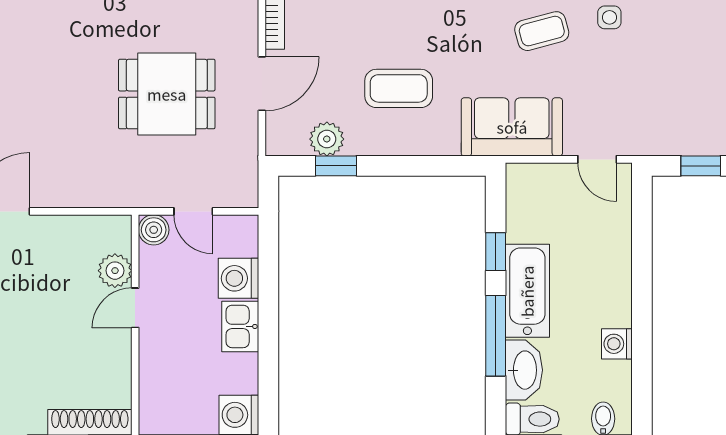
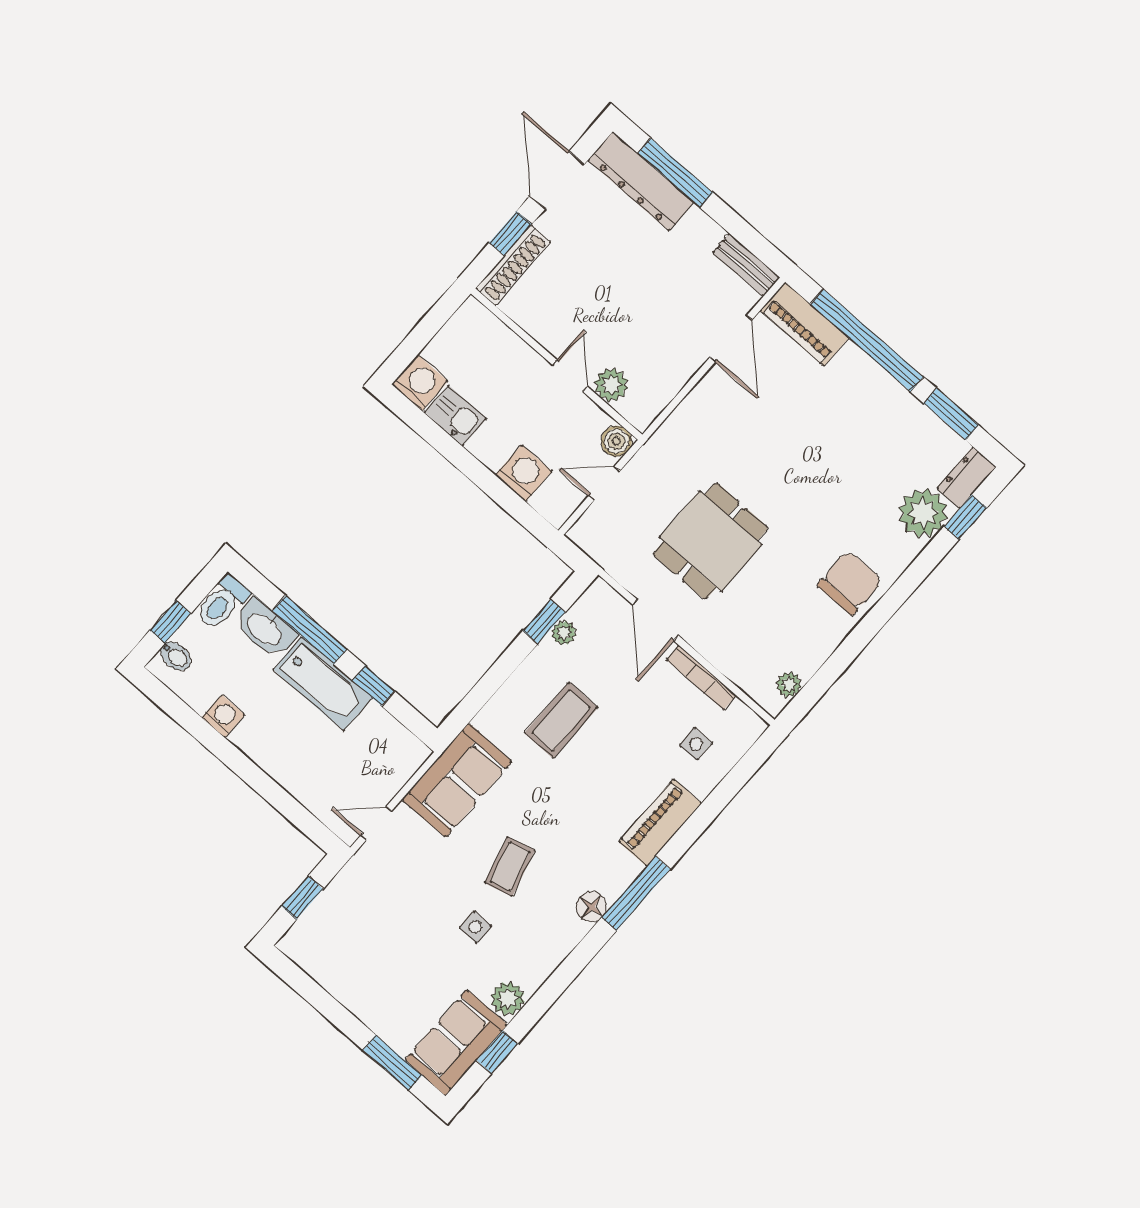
plant: (327, 139) -> (564, 633), width x0.73, depth x0.73
kitchen sink: (240, 326) -> (455, 416), moved

